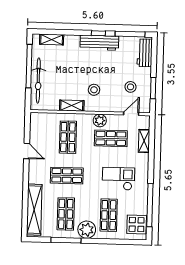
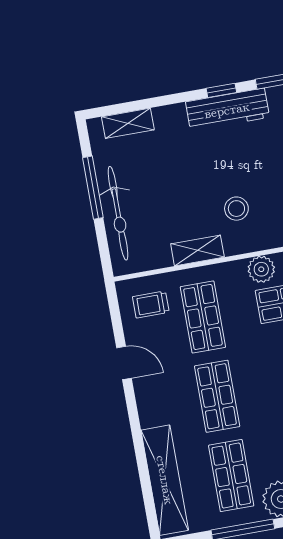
window: (29, 66) -> (93, 188), width x0.68
trolley: (45, 126) -> (151, 305), added
shop shelf: (67, 176) -> (217, 396), turned 90

